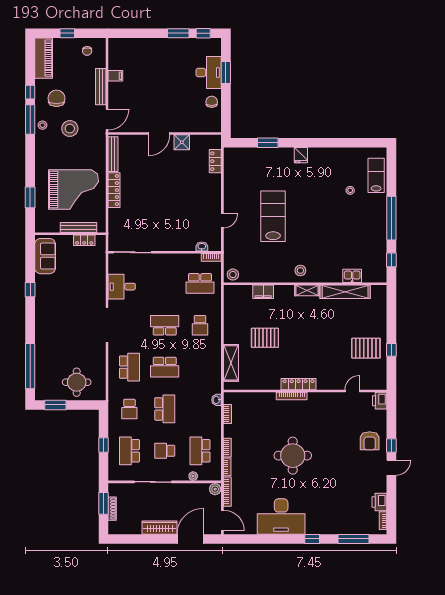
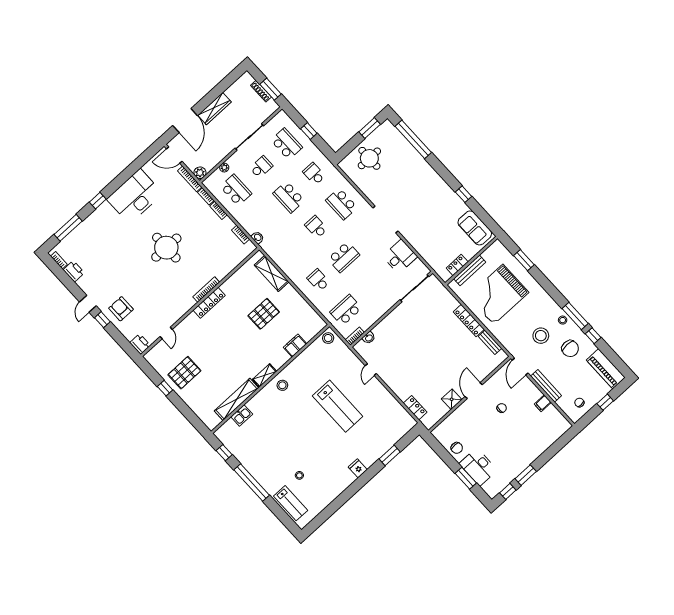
chair: (150, 101) -> (502, 408), added
bench: (113, 154) -> (490, 342), width x0.73
school desk: (165, 367) -> (316, 227), width x0.54

